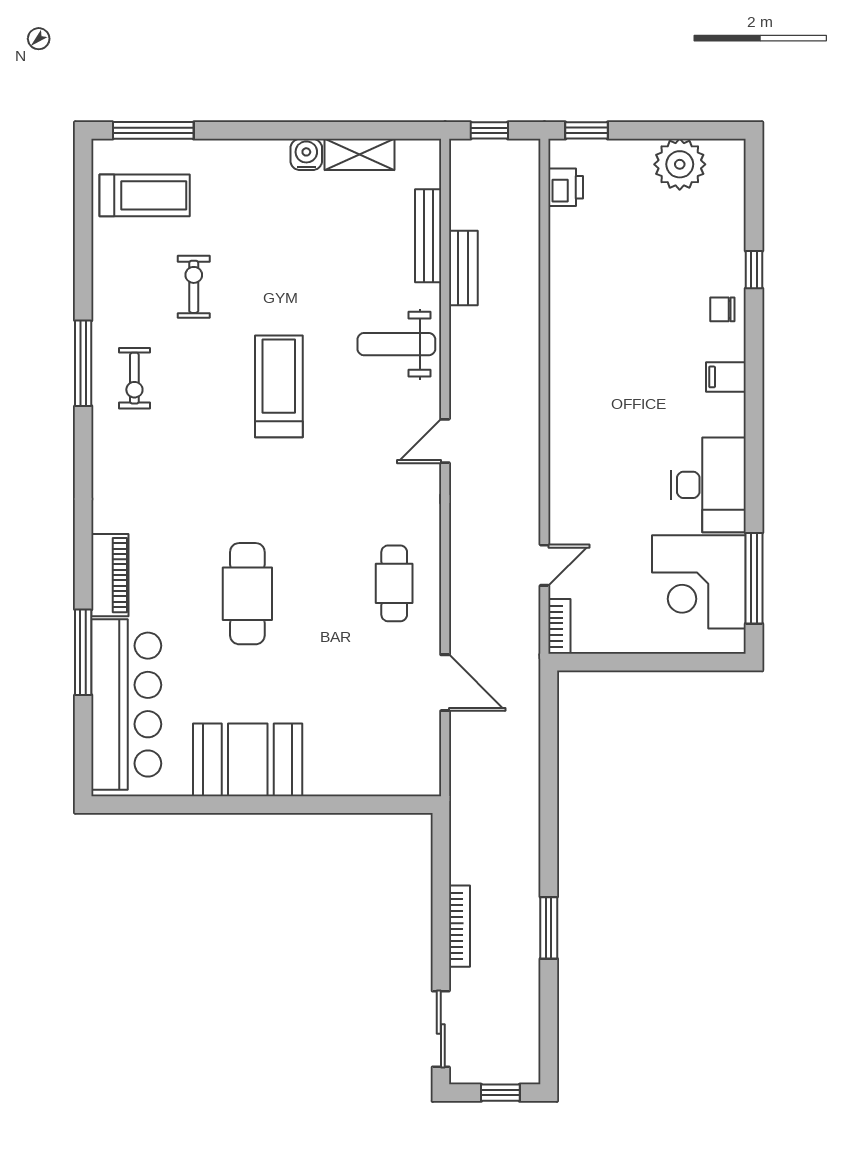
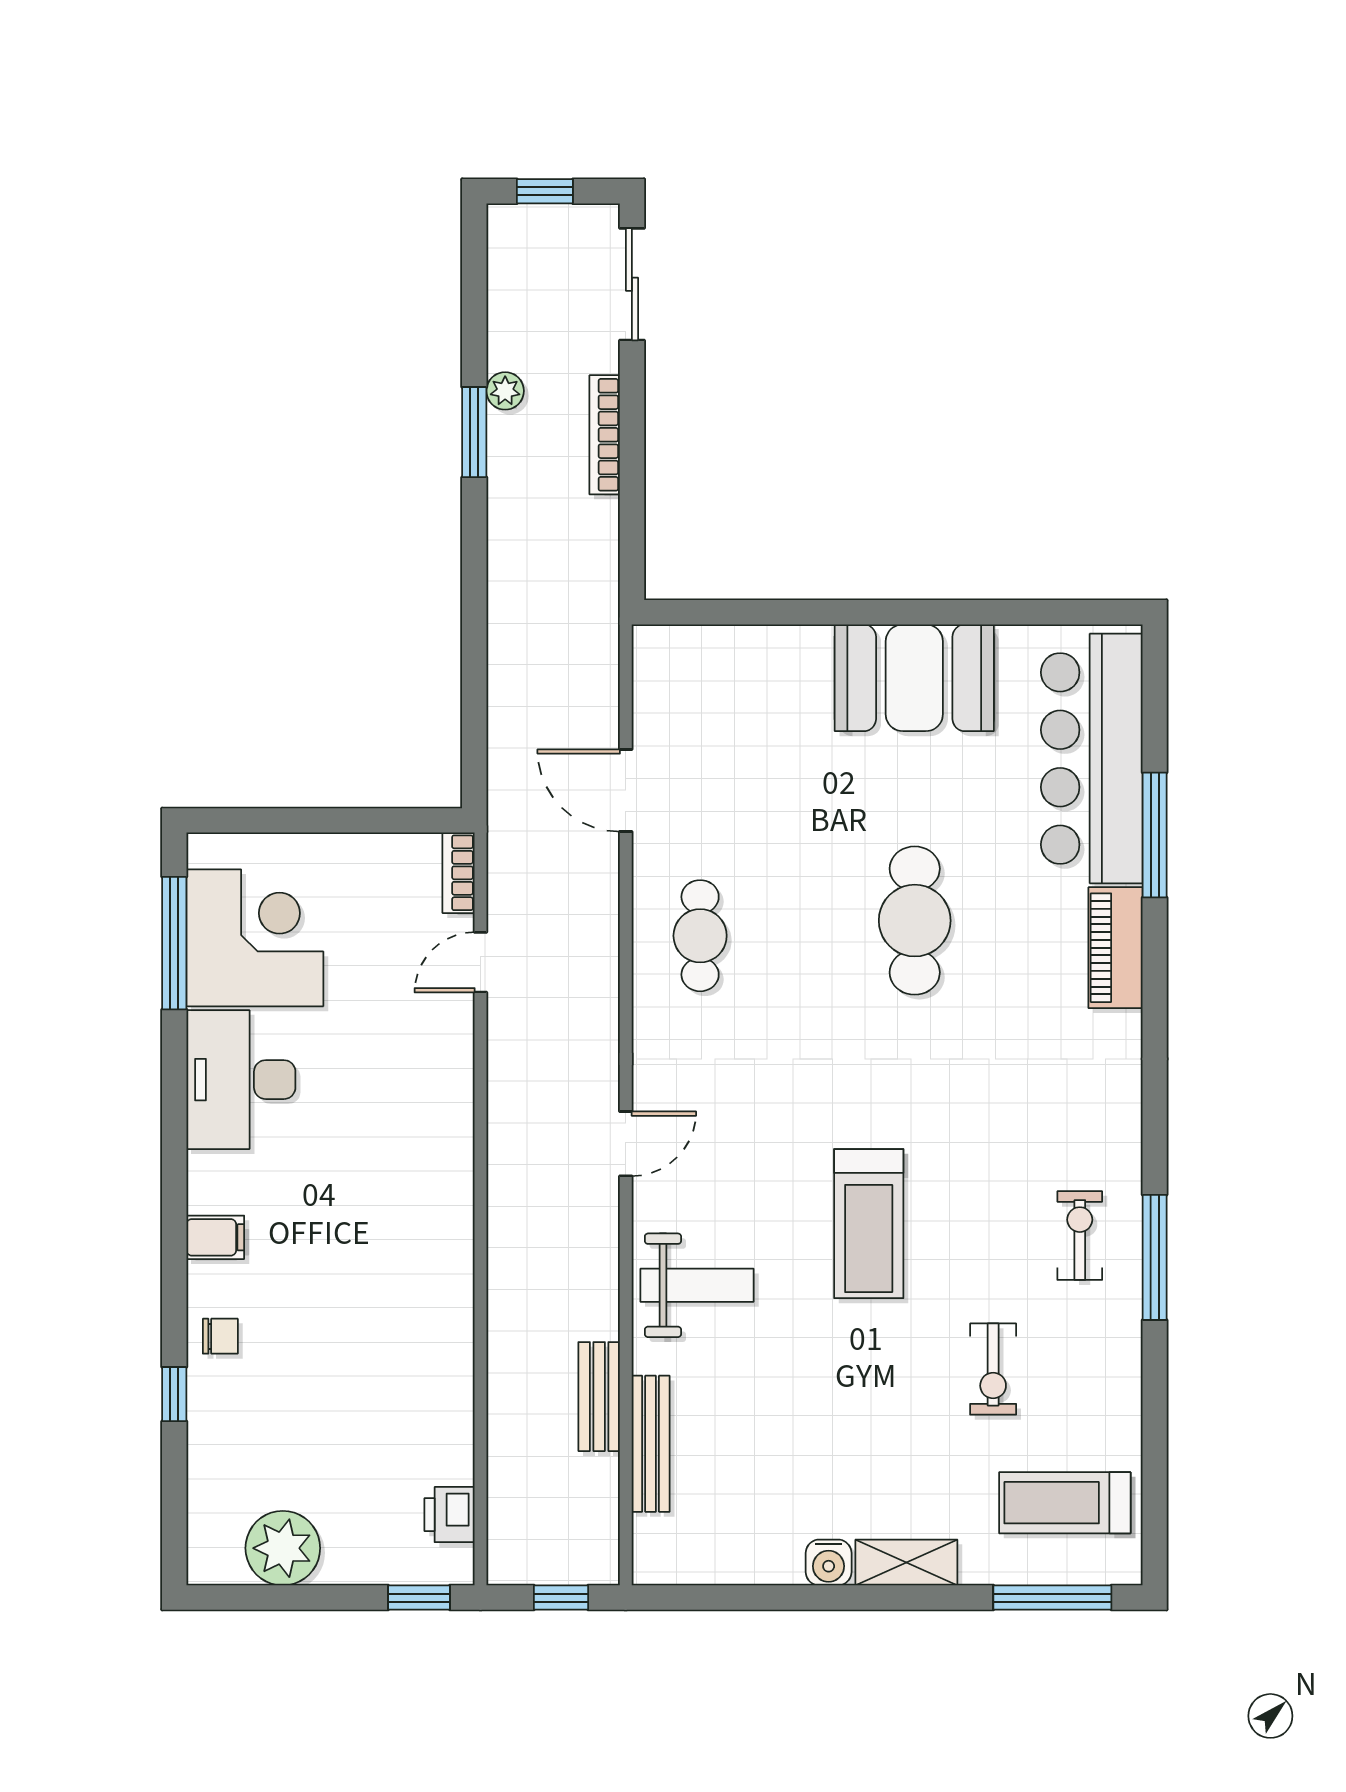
shelving: (360, 154) -> (906, 1563), moved
plant: (528, 956) -> (505, 391), added

